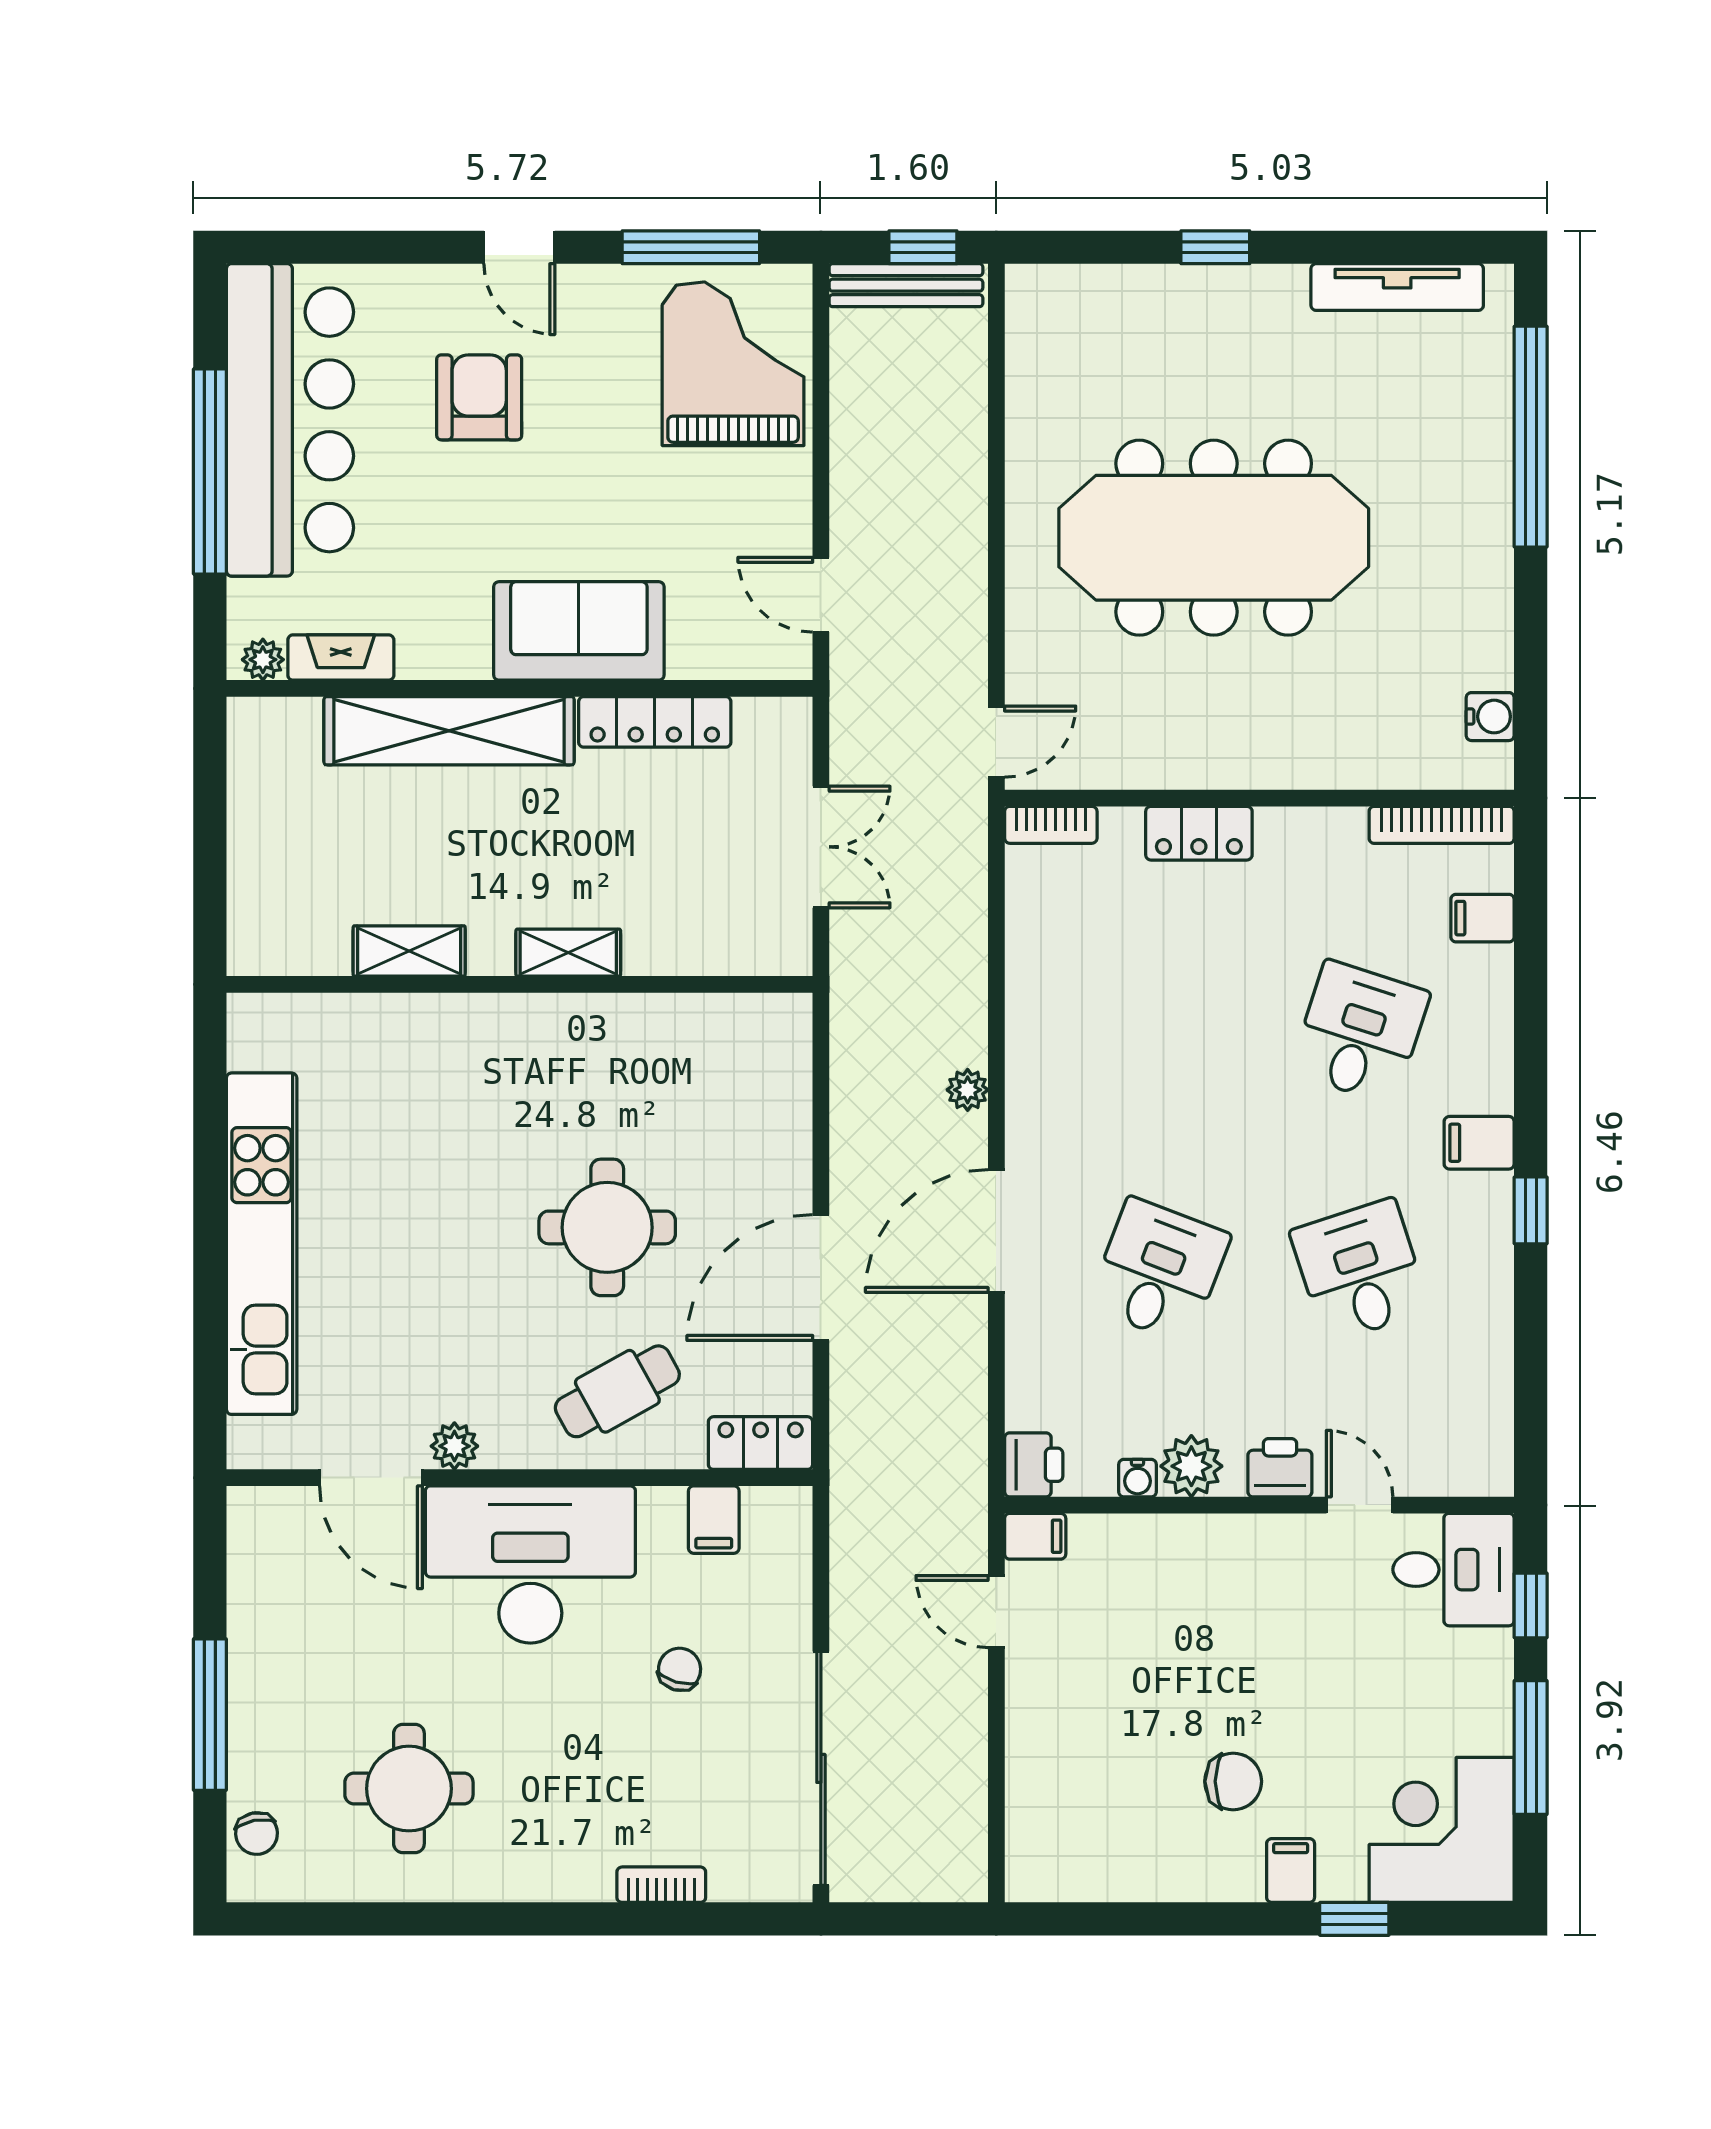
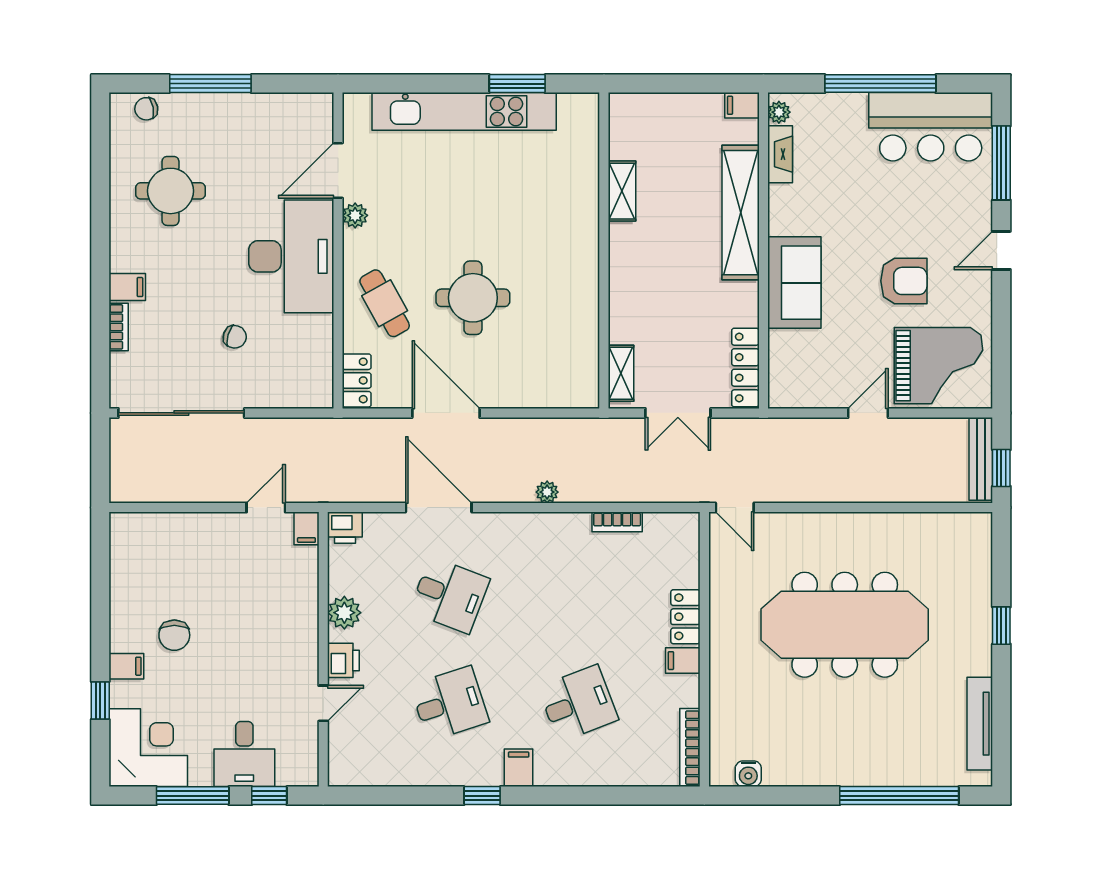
window: (691, 247) -> (1001, 163), moved
armchair: (479, 397) -> (904, 281), moved
bar counter: (290, 420) -> (931, 127), width x0.73
meeting table: (1214, 538) -> (845, 625), turned 90
door: (821, 595) -> (868, 413), moved
locker: (655, 722) -> (745, 367), moved
filing cabinet: (250, 728) -> (742, 105), added
bookcase: (1051, 825) -> (617, 522), moved, turned -90
filing cabinet: (1483, 918) -> (683, 661), moved, turned -90
shelving: (568, 953) -> (621, 373), moved
desk: (1360, 1032) -> (578, 704), turned -39
window: (210, 1145) -> (517, 84), added
door: (996, 1231) -> (439, 508), moved
water cooler: (1138, 1478) -> (338, 584), removed
filing cabinet: (714, 1520) -> (127, 287), moved, turned 180
desk: (1454, 1570) -> (244, 754), moved

